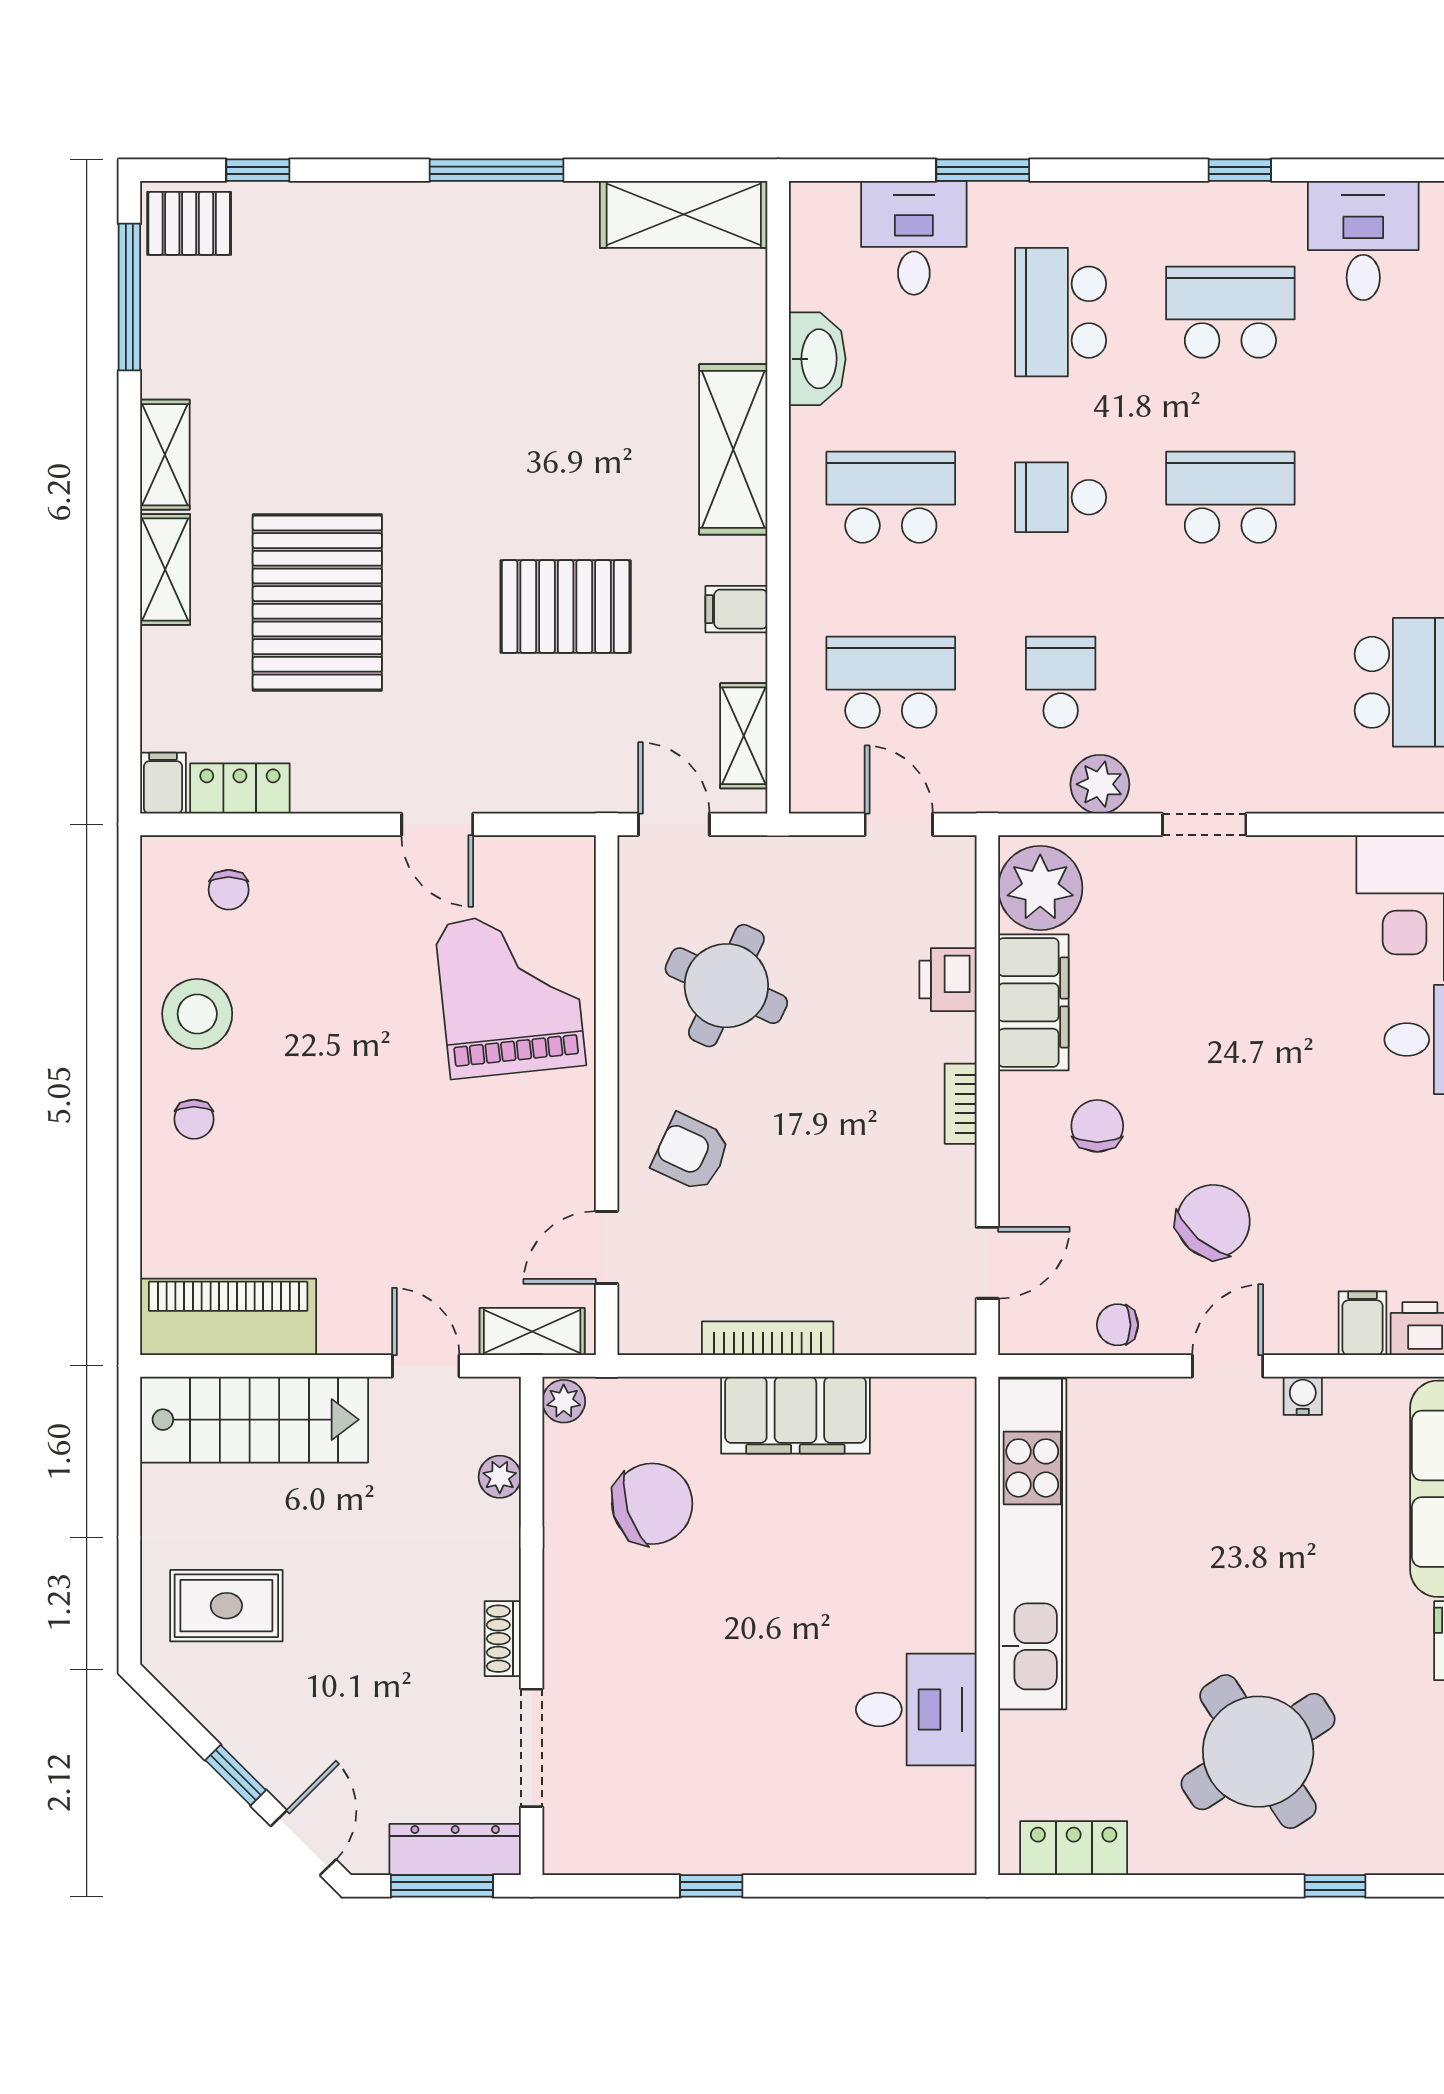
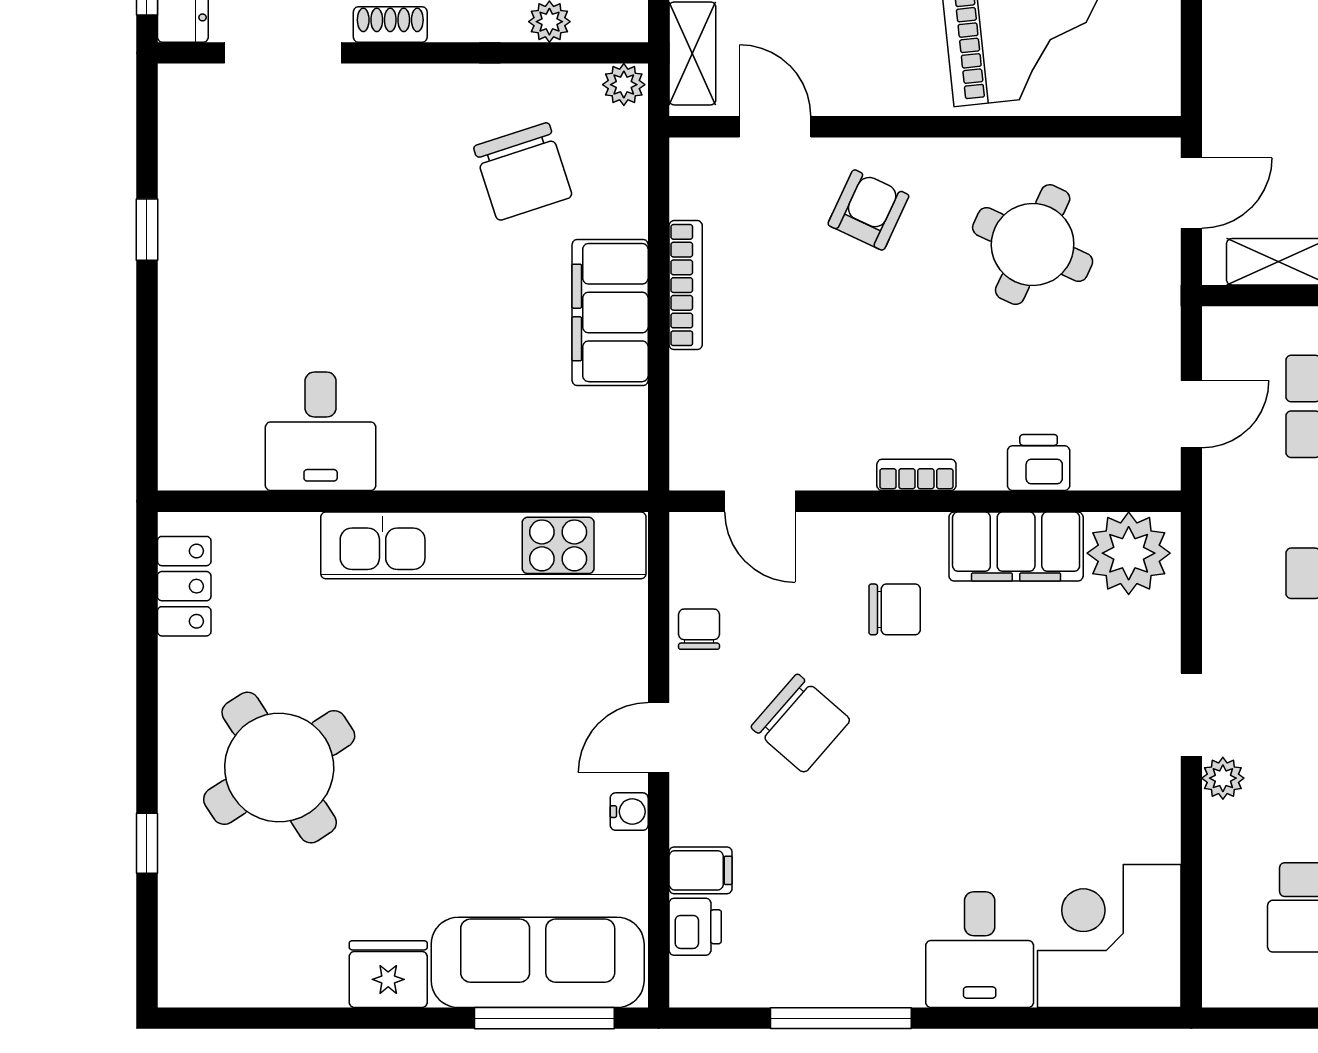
plant: (1100, 784) -> (1223, 778), moved, width x0.73, depth x0.73
door: (1228, 1366) -> (659, 738), swing flipped

